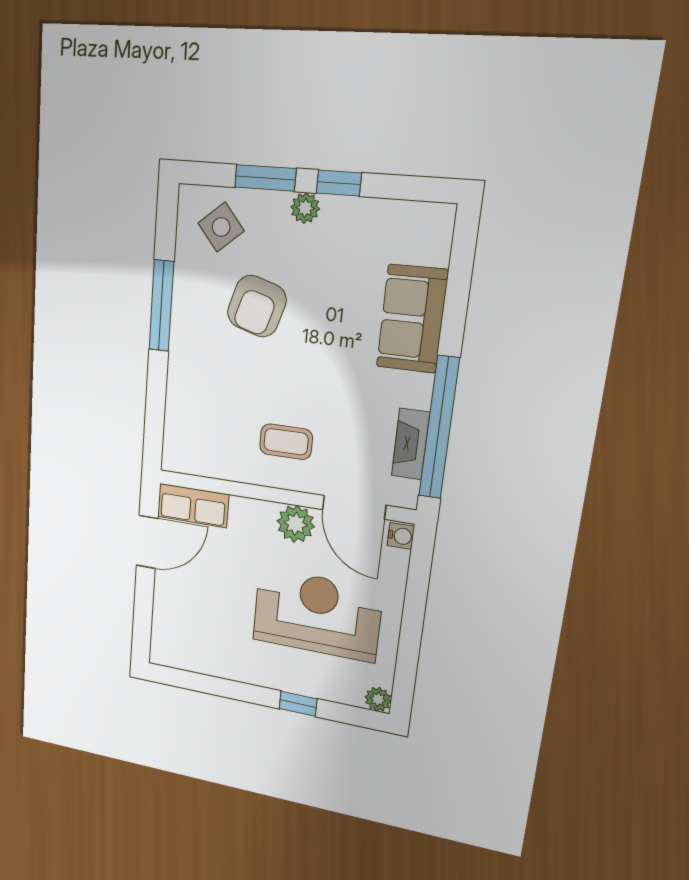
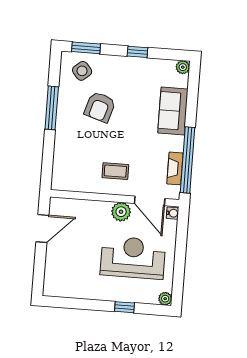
window: (265, 178) -> (86, 48), moved
plant: (305, 208) -> (183, 67), moved
row of seats: (193, 505) -> (68, 207), removed

